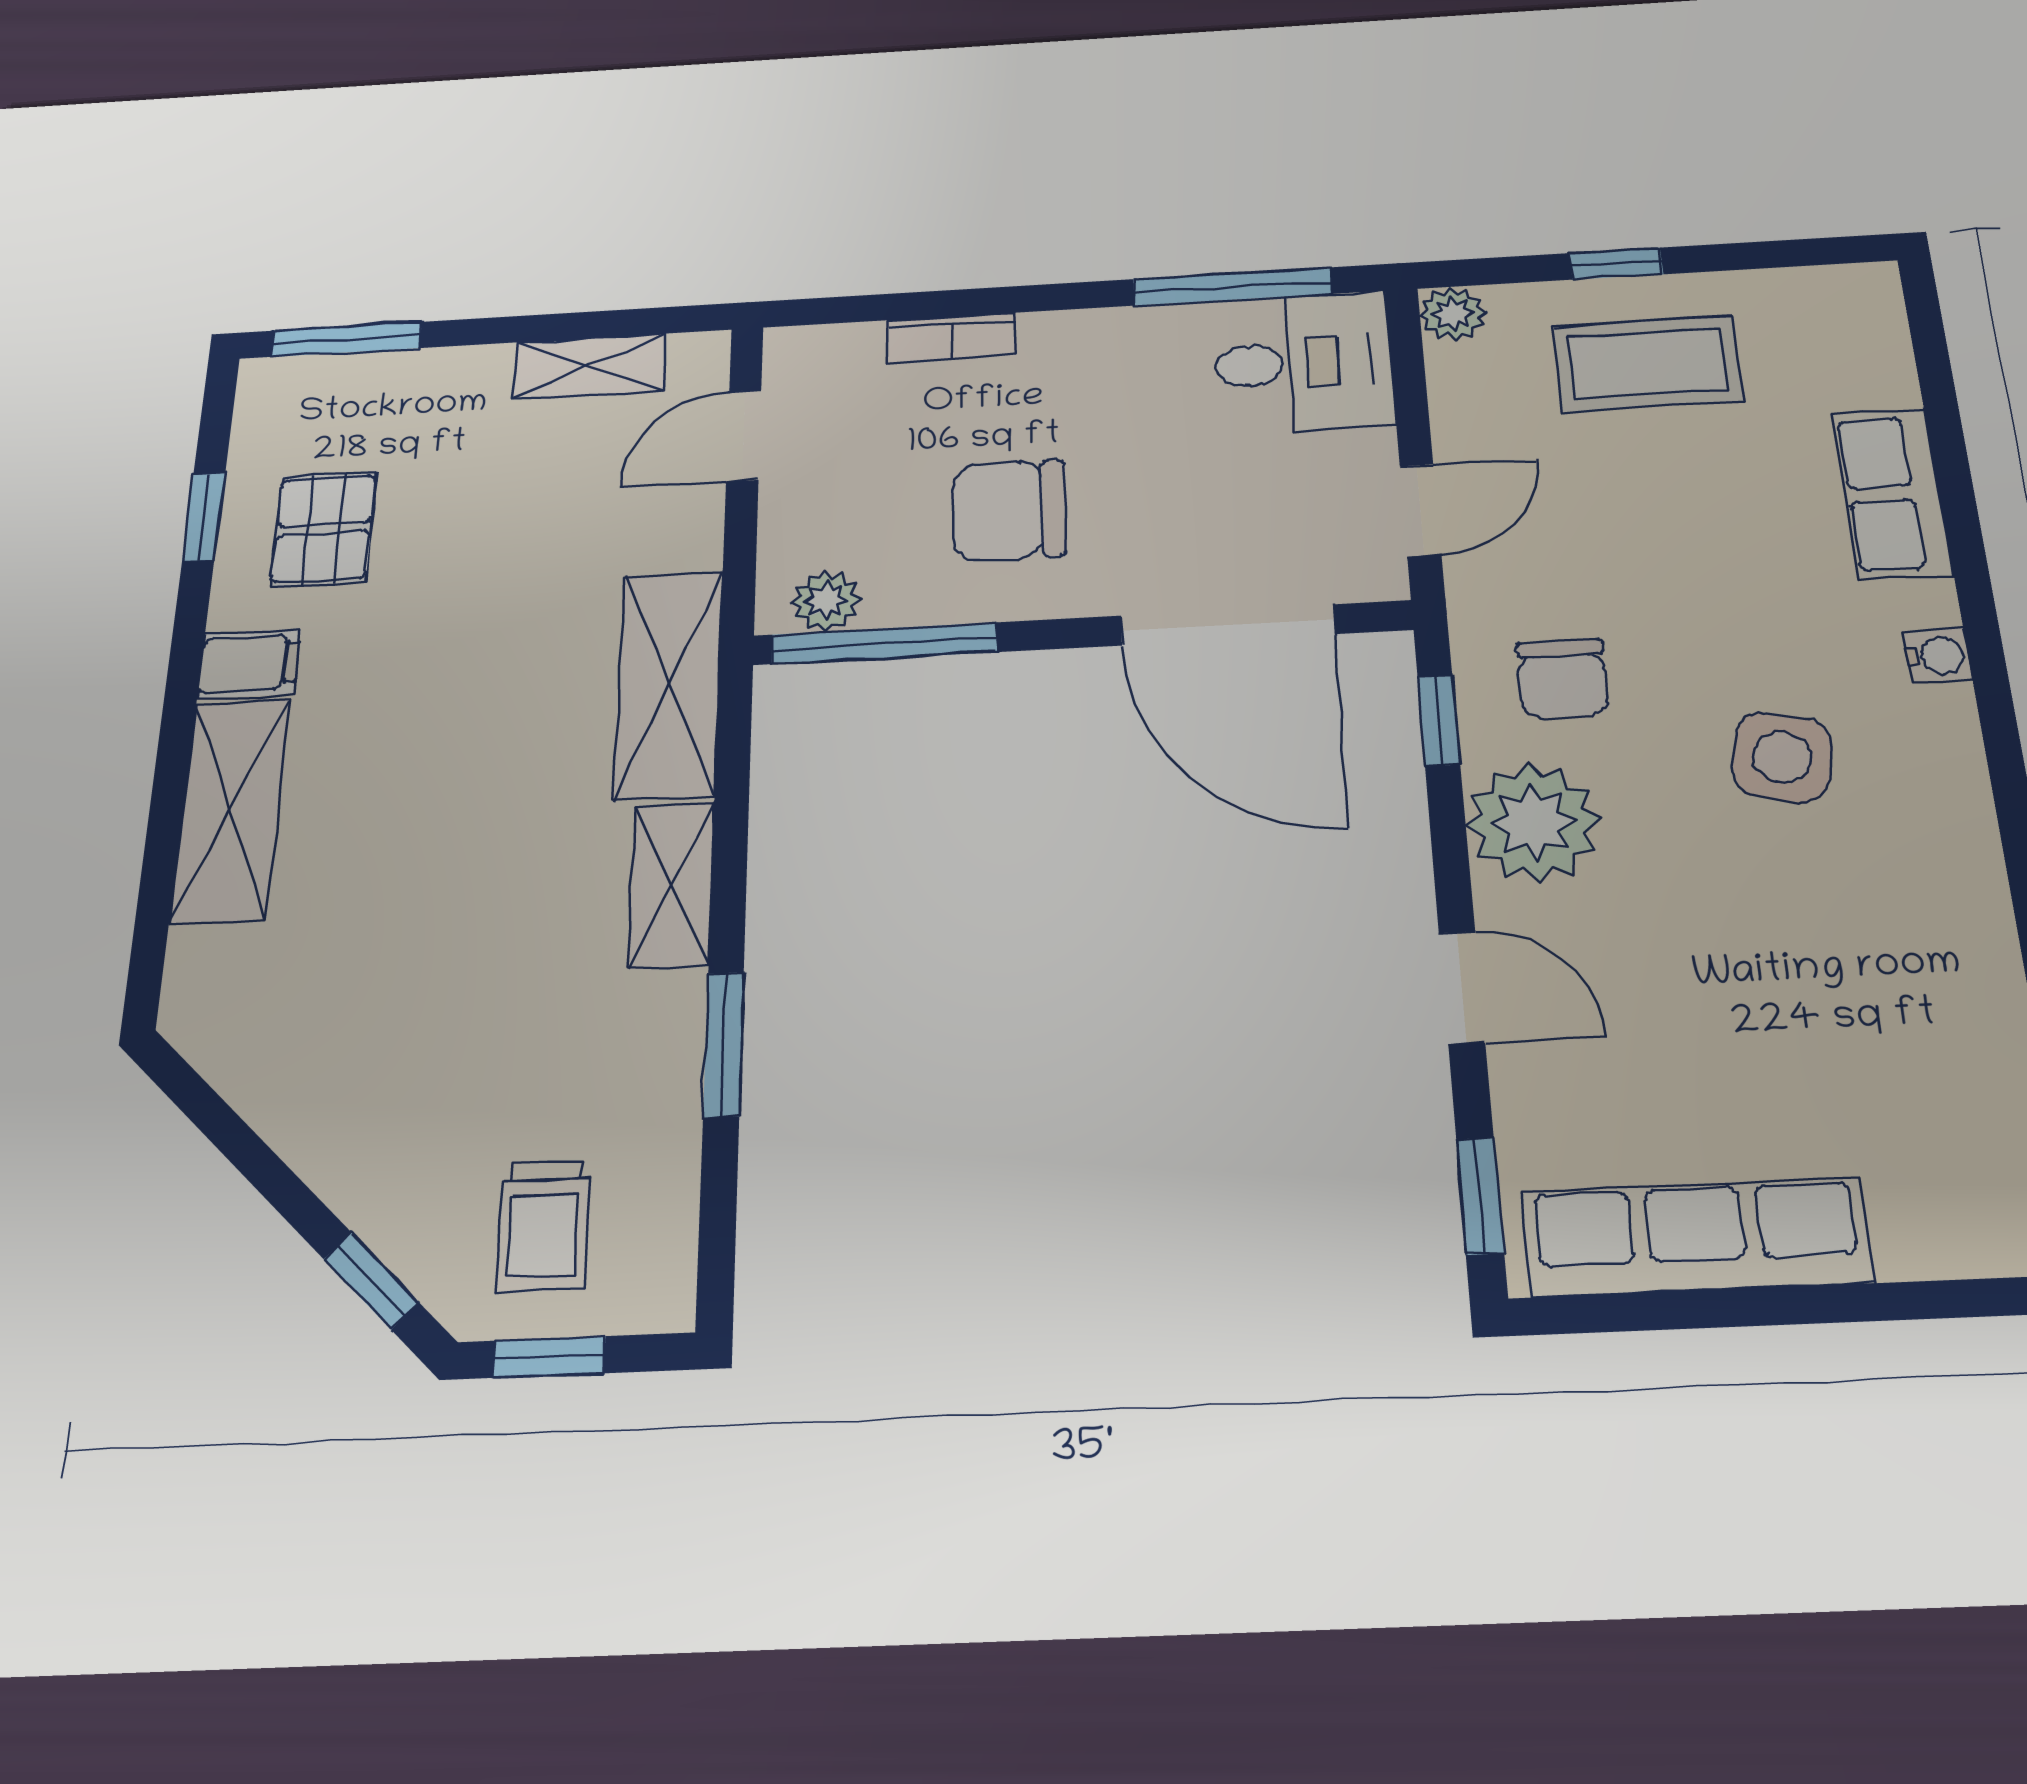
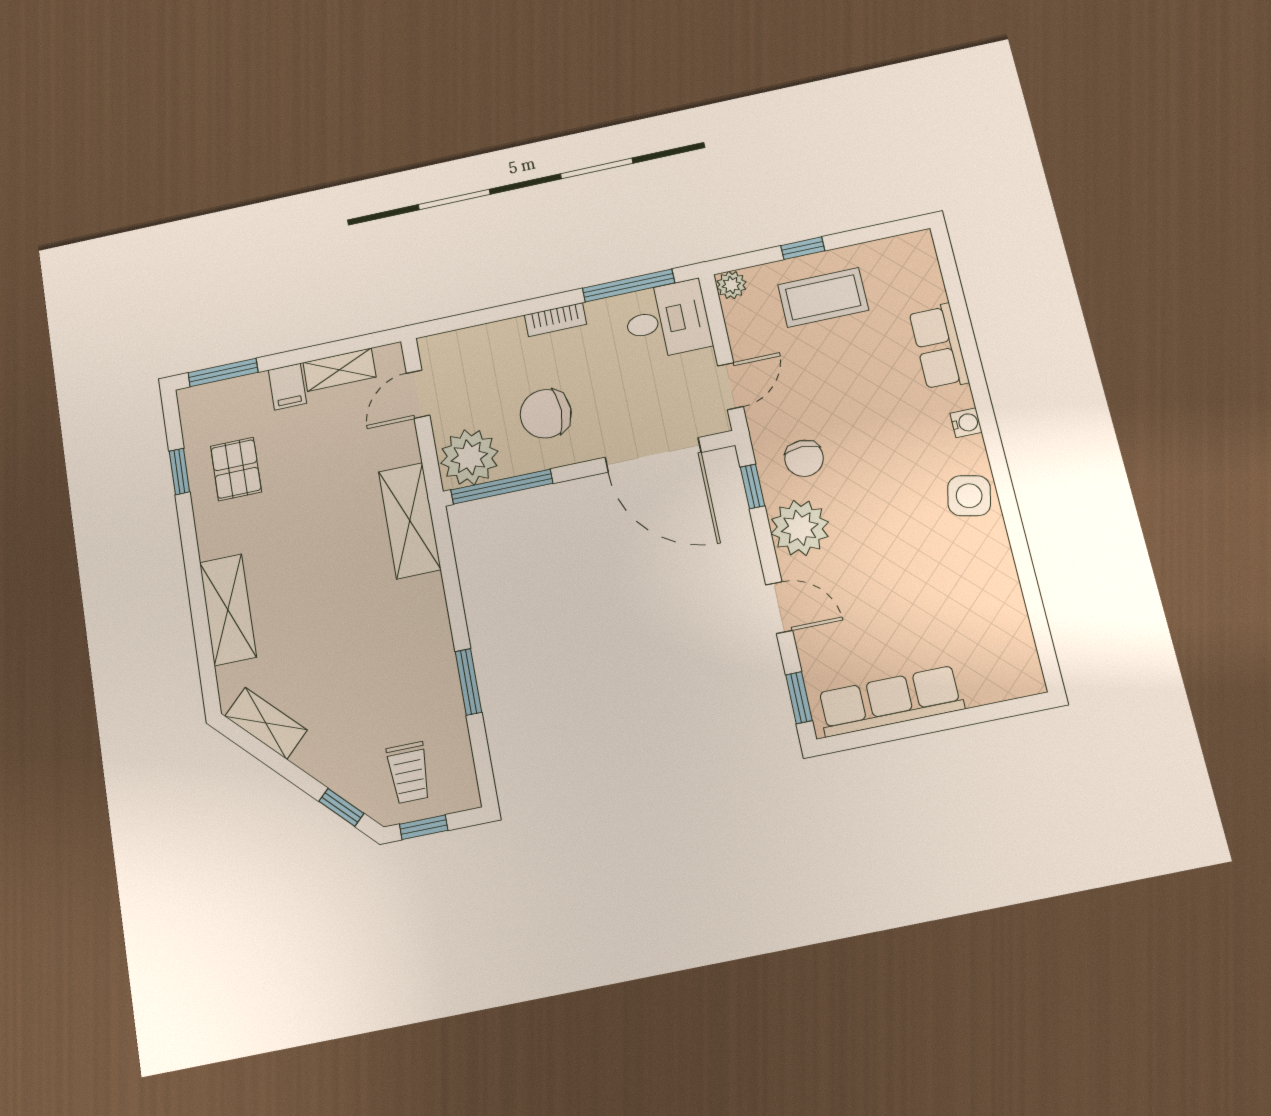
bookcase: (952, 338) -> (555, 320), moved
plant: (826, 601) -> (469, 457), width x1.88, depth x1.88
filing cabinet: (249, 664) -> (287, 387), moved, turned 90
side table: (1782, 757) -> (969, 496), moved
shelving: (672, 885) -> (266, 723), moved, turned -45

